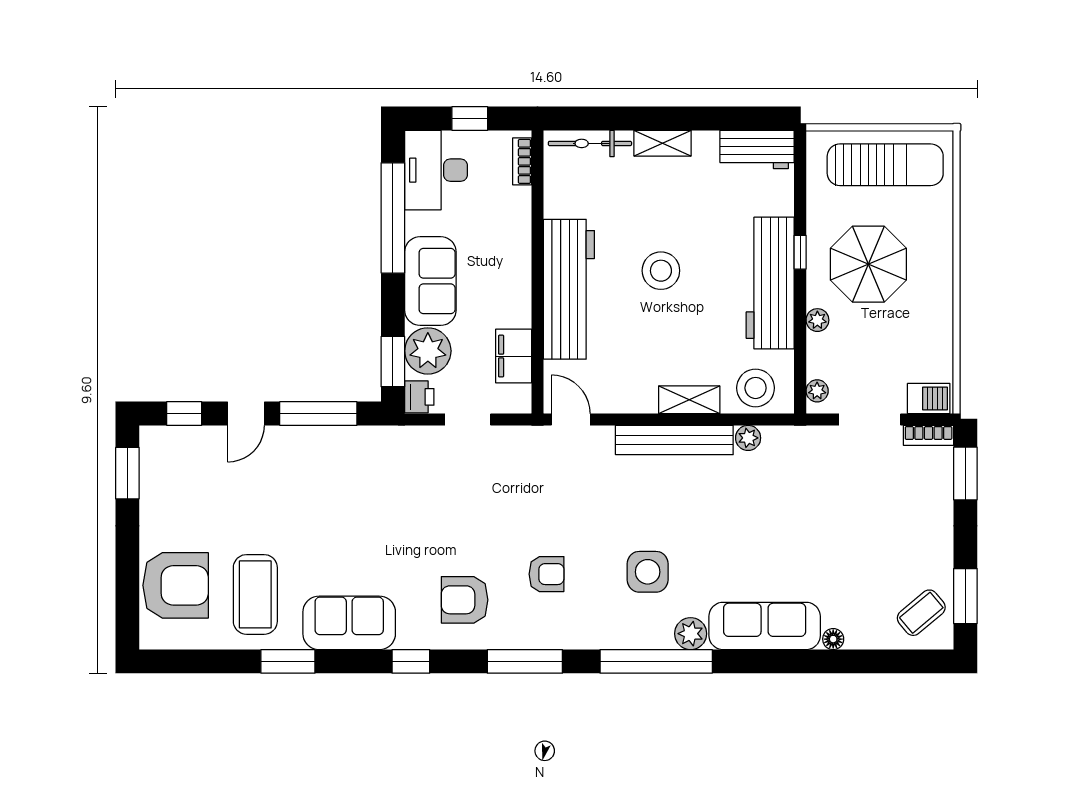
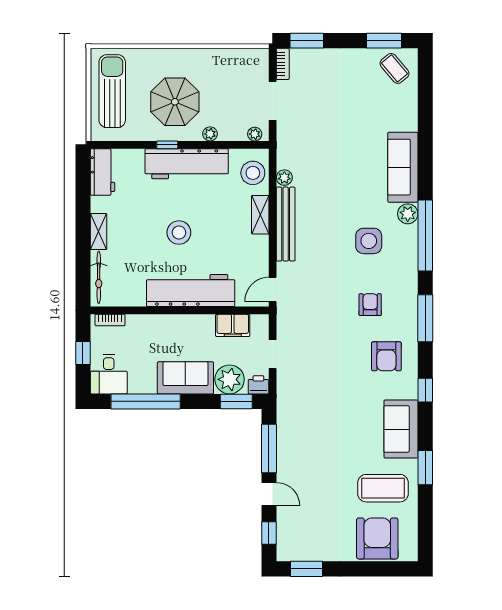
desk: (436, 170) -> (109, 374), width x0.73
barbecue: (929, 398) -> (259, 64), removed
floor lamp: (833, 639) -> (411, 124), removed

